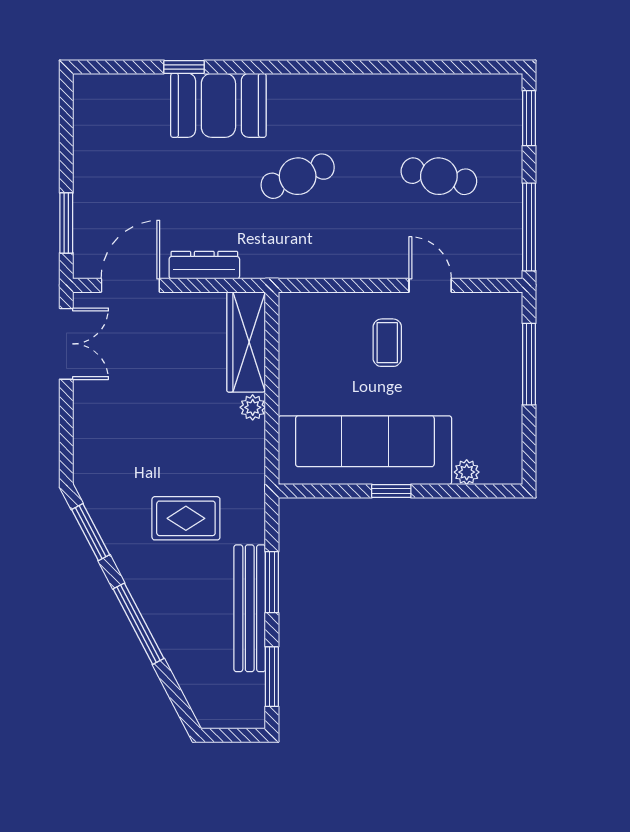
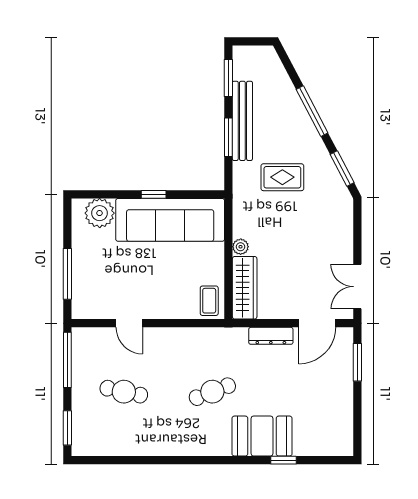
coffee table: (387, 343) -> (209, 301), moved
plant: (467, 472) -> (100, 213), width x1.87, depth x1.87

